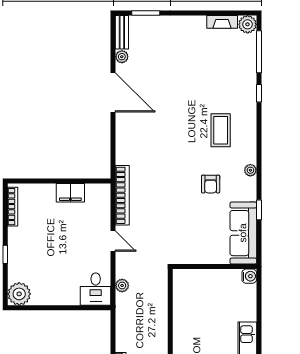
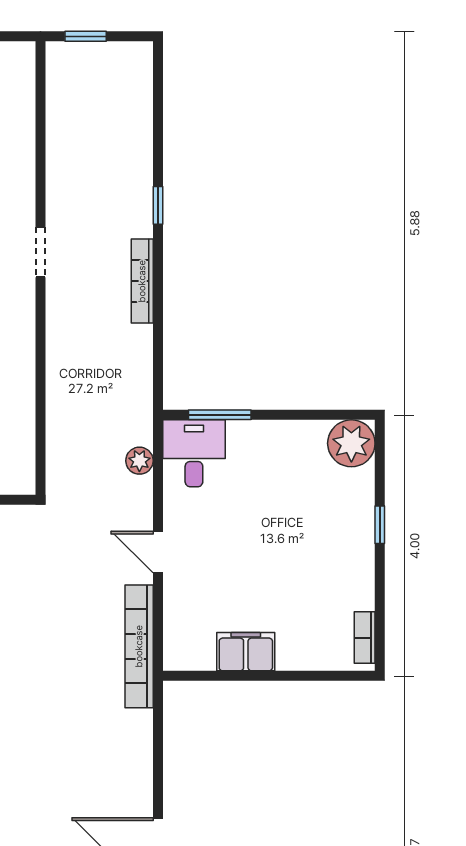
bookcase: (13, 207) -> (365, 638), width x0.64
window: (83, 308) -> (220, 415), added

